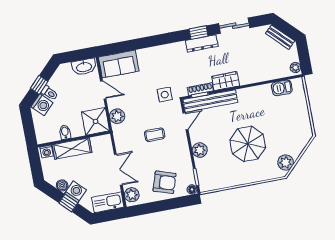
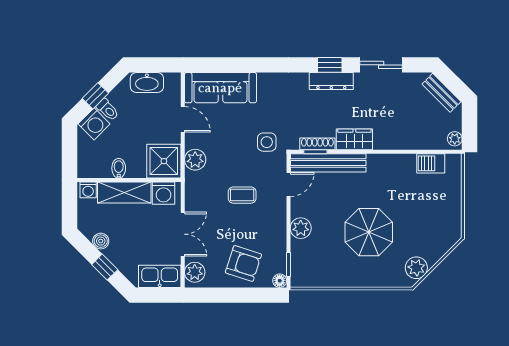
sofa: (119, 64) -> (220, 88), width x1.36
washbasin: (84, 67) -> (147, 82), moved
washing machine: (75, 192) -> (163, 193), moved, turned 135

